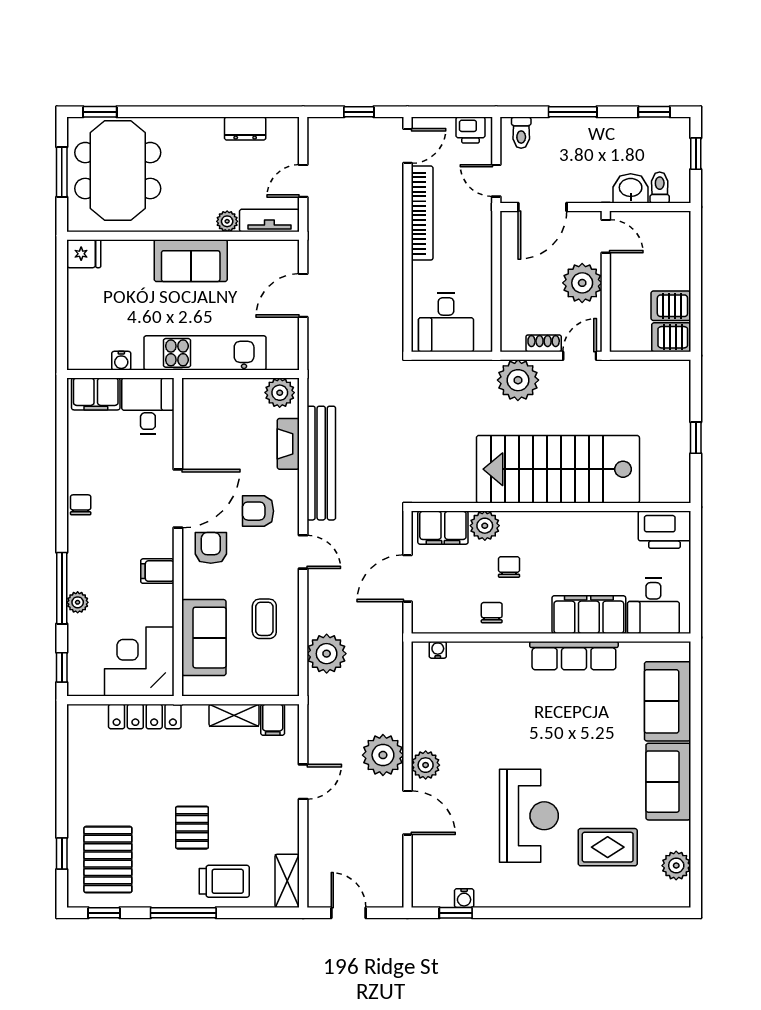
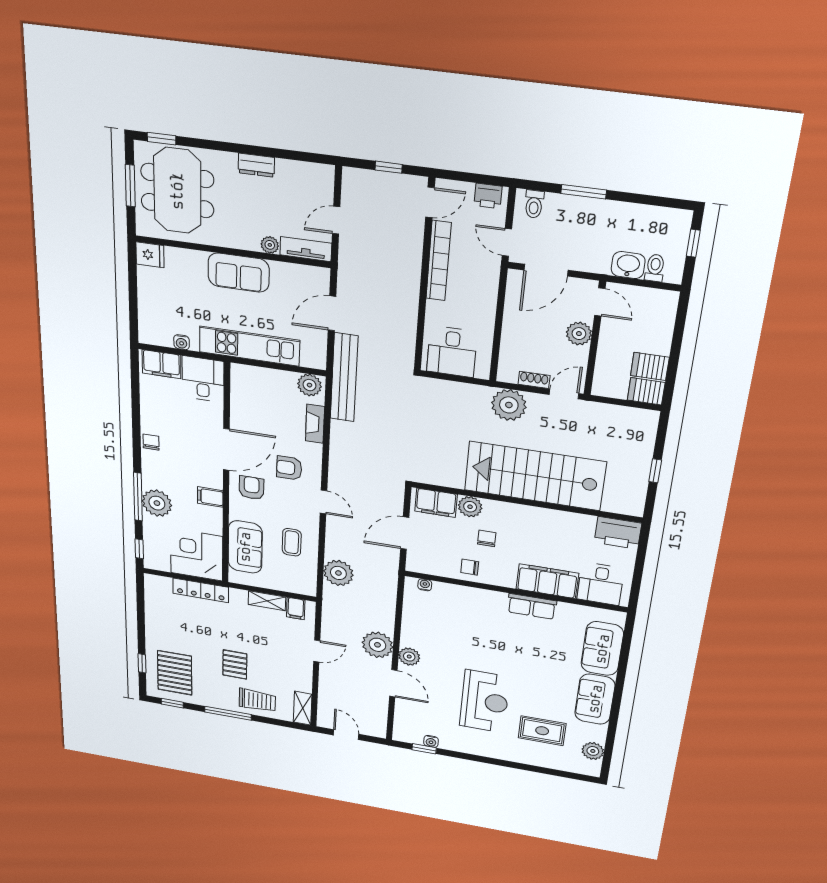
window: (654, 112) -> (660, 201), removed
dresser: (245, 129) -> (256, 165), moved
plant: (582, 283) -> (579, 334), width x0.73, depth x0.73
bench: (321, 463) -> (344, 378), moved
plant: (78, 602) -> (157, 503), width x1.88, depth x1.88
chair: (492, 613) -> (470, 567), turned -90
row of seats: (574, 656) -> (532, 606), width x0.68

